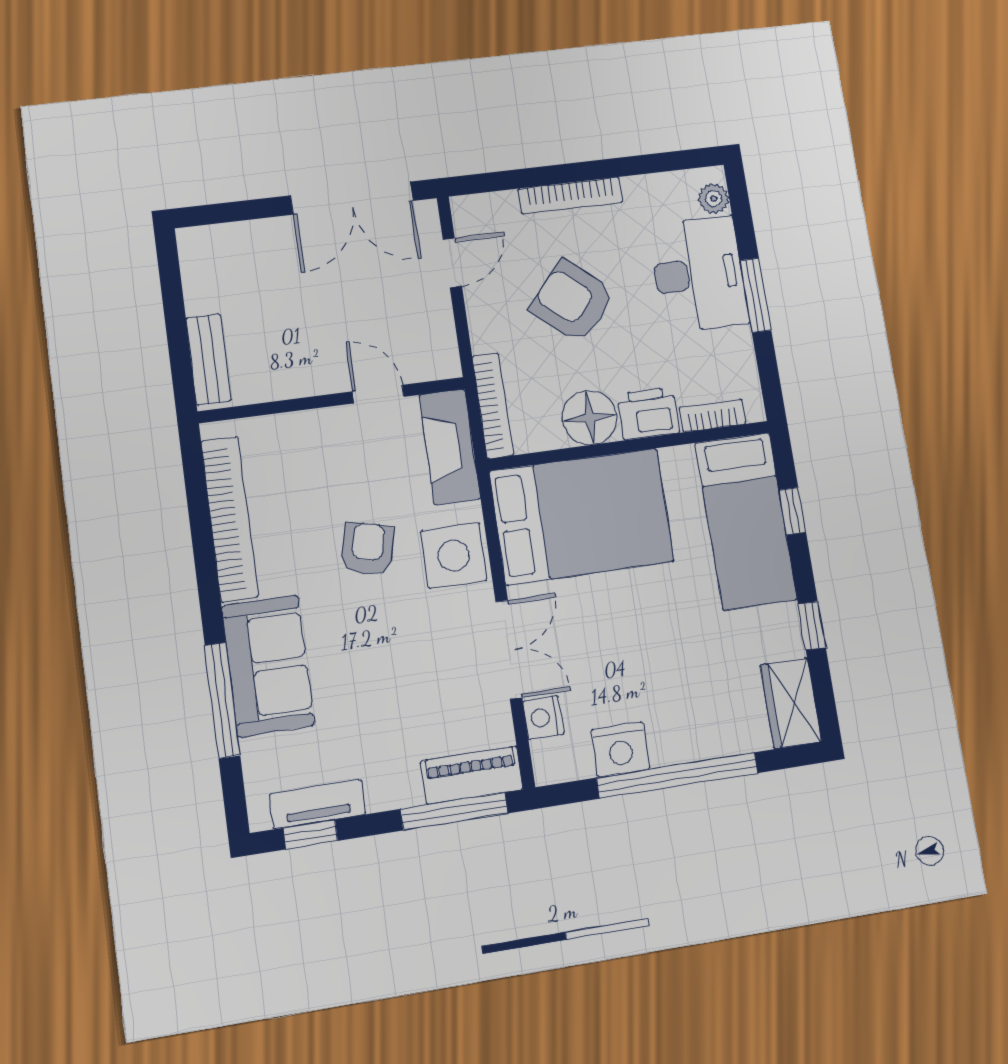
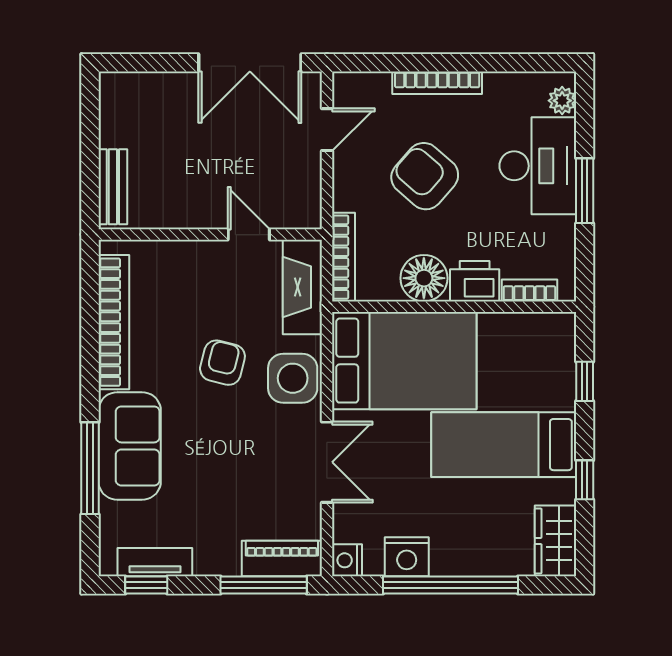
bed: (746, 521) -> (504, 445), moved, turned 90
nightstand: (543, 718) -> (347, 560), moved

